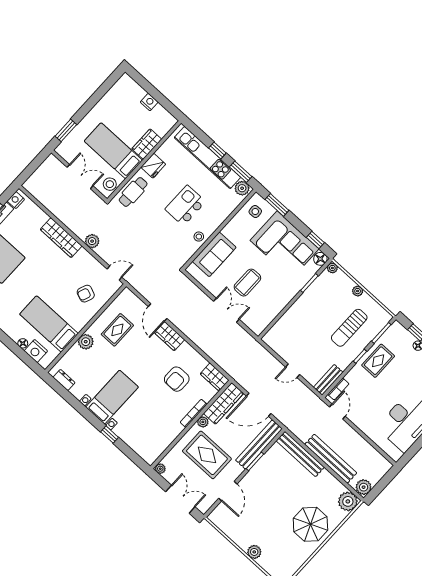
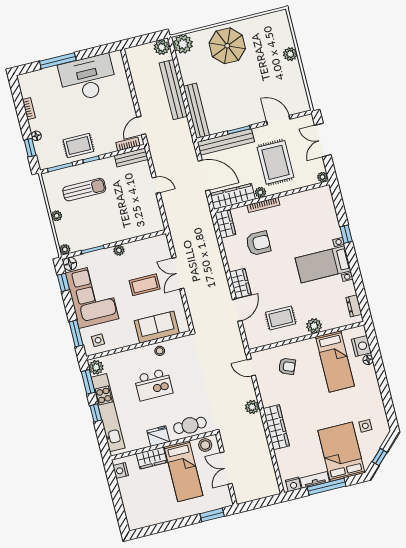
nightstand: (149, 102) -> (121, 471), moved
plant: (287, 297) -> (119, 250), added
door: (228, 491) -> (278, 120), hinge flipped

